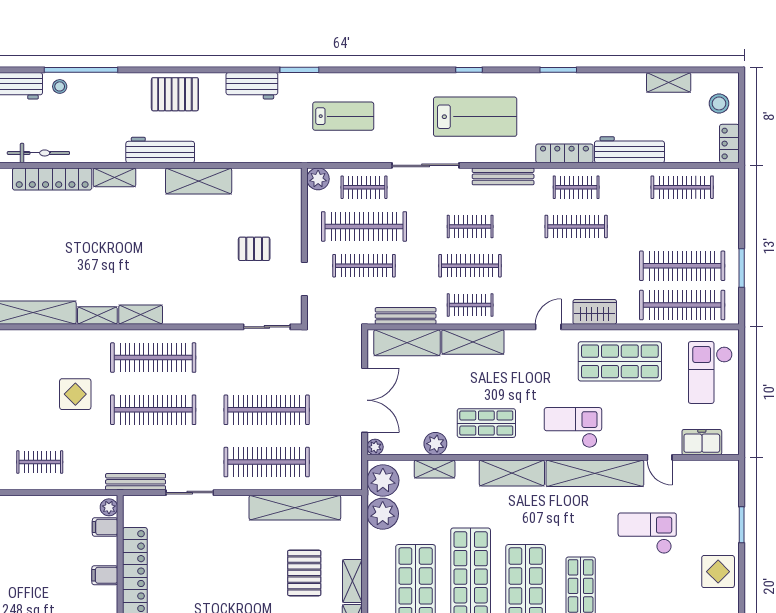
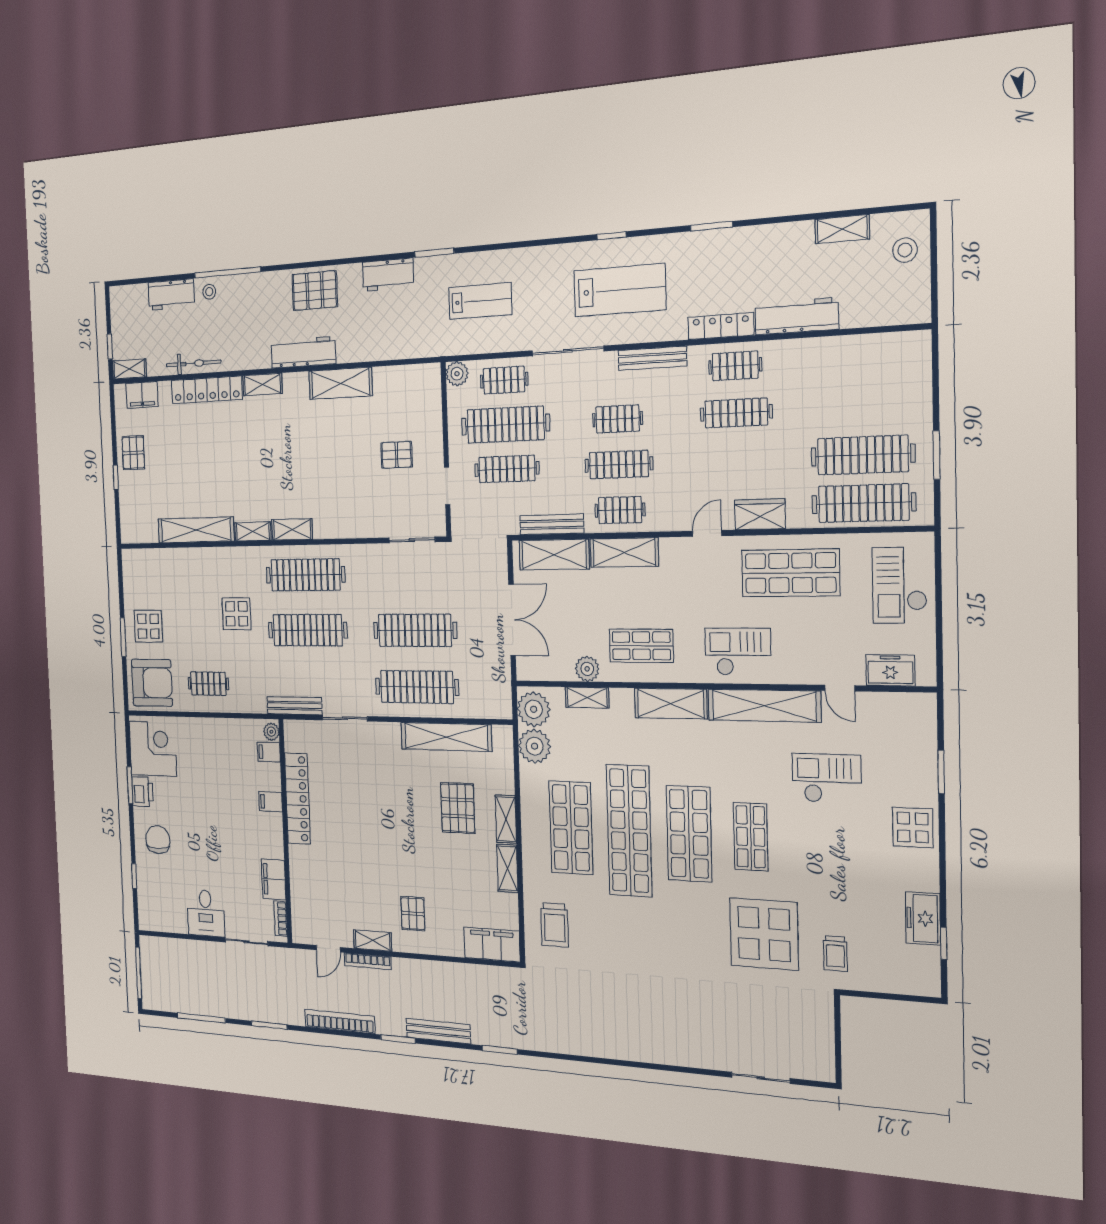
locker: (729, 144) -> (919, 300), removed
clothes rail: (682, 187) -> (861, 358), removed
plant: (375, 447) -> (524, 672), removed

